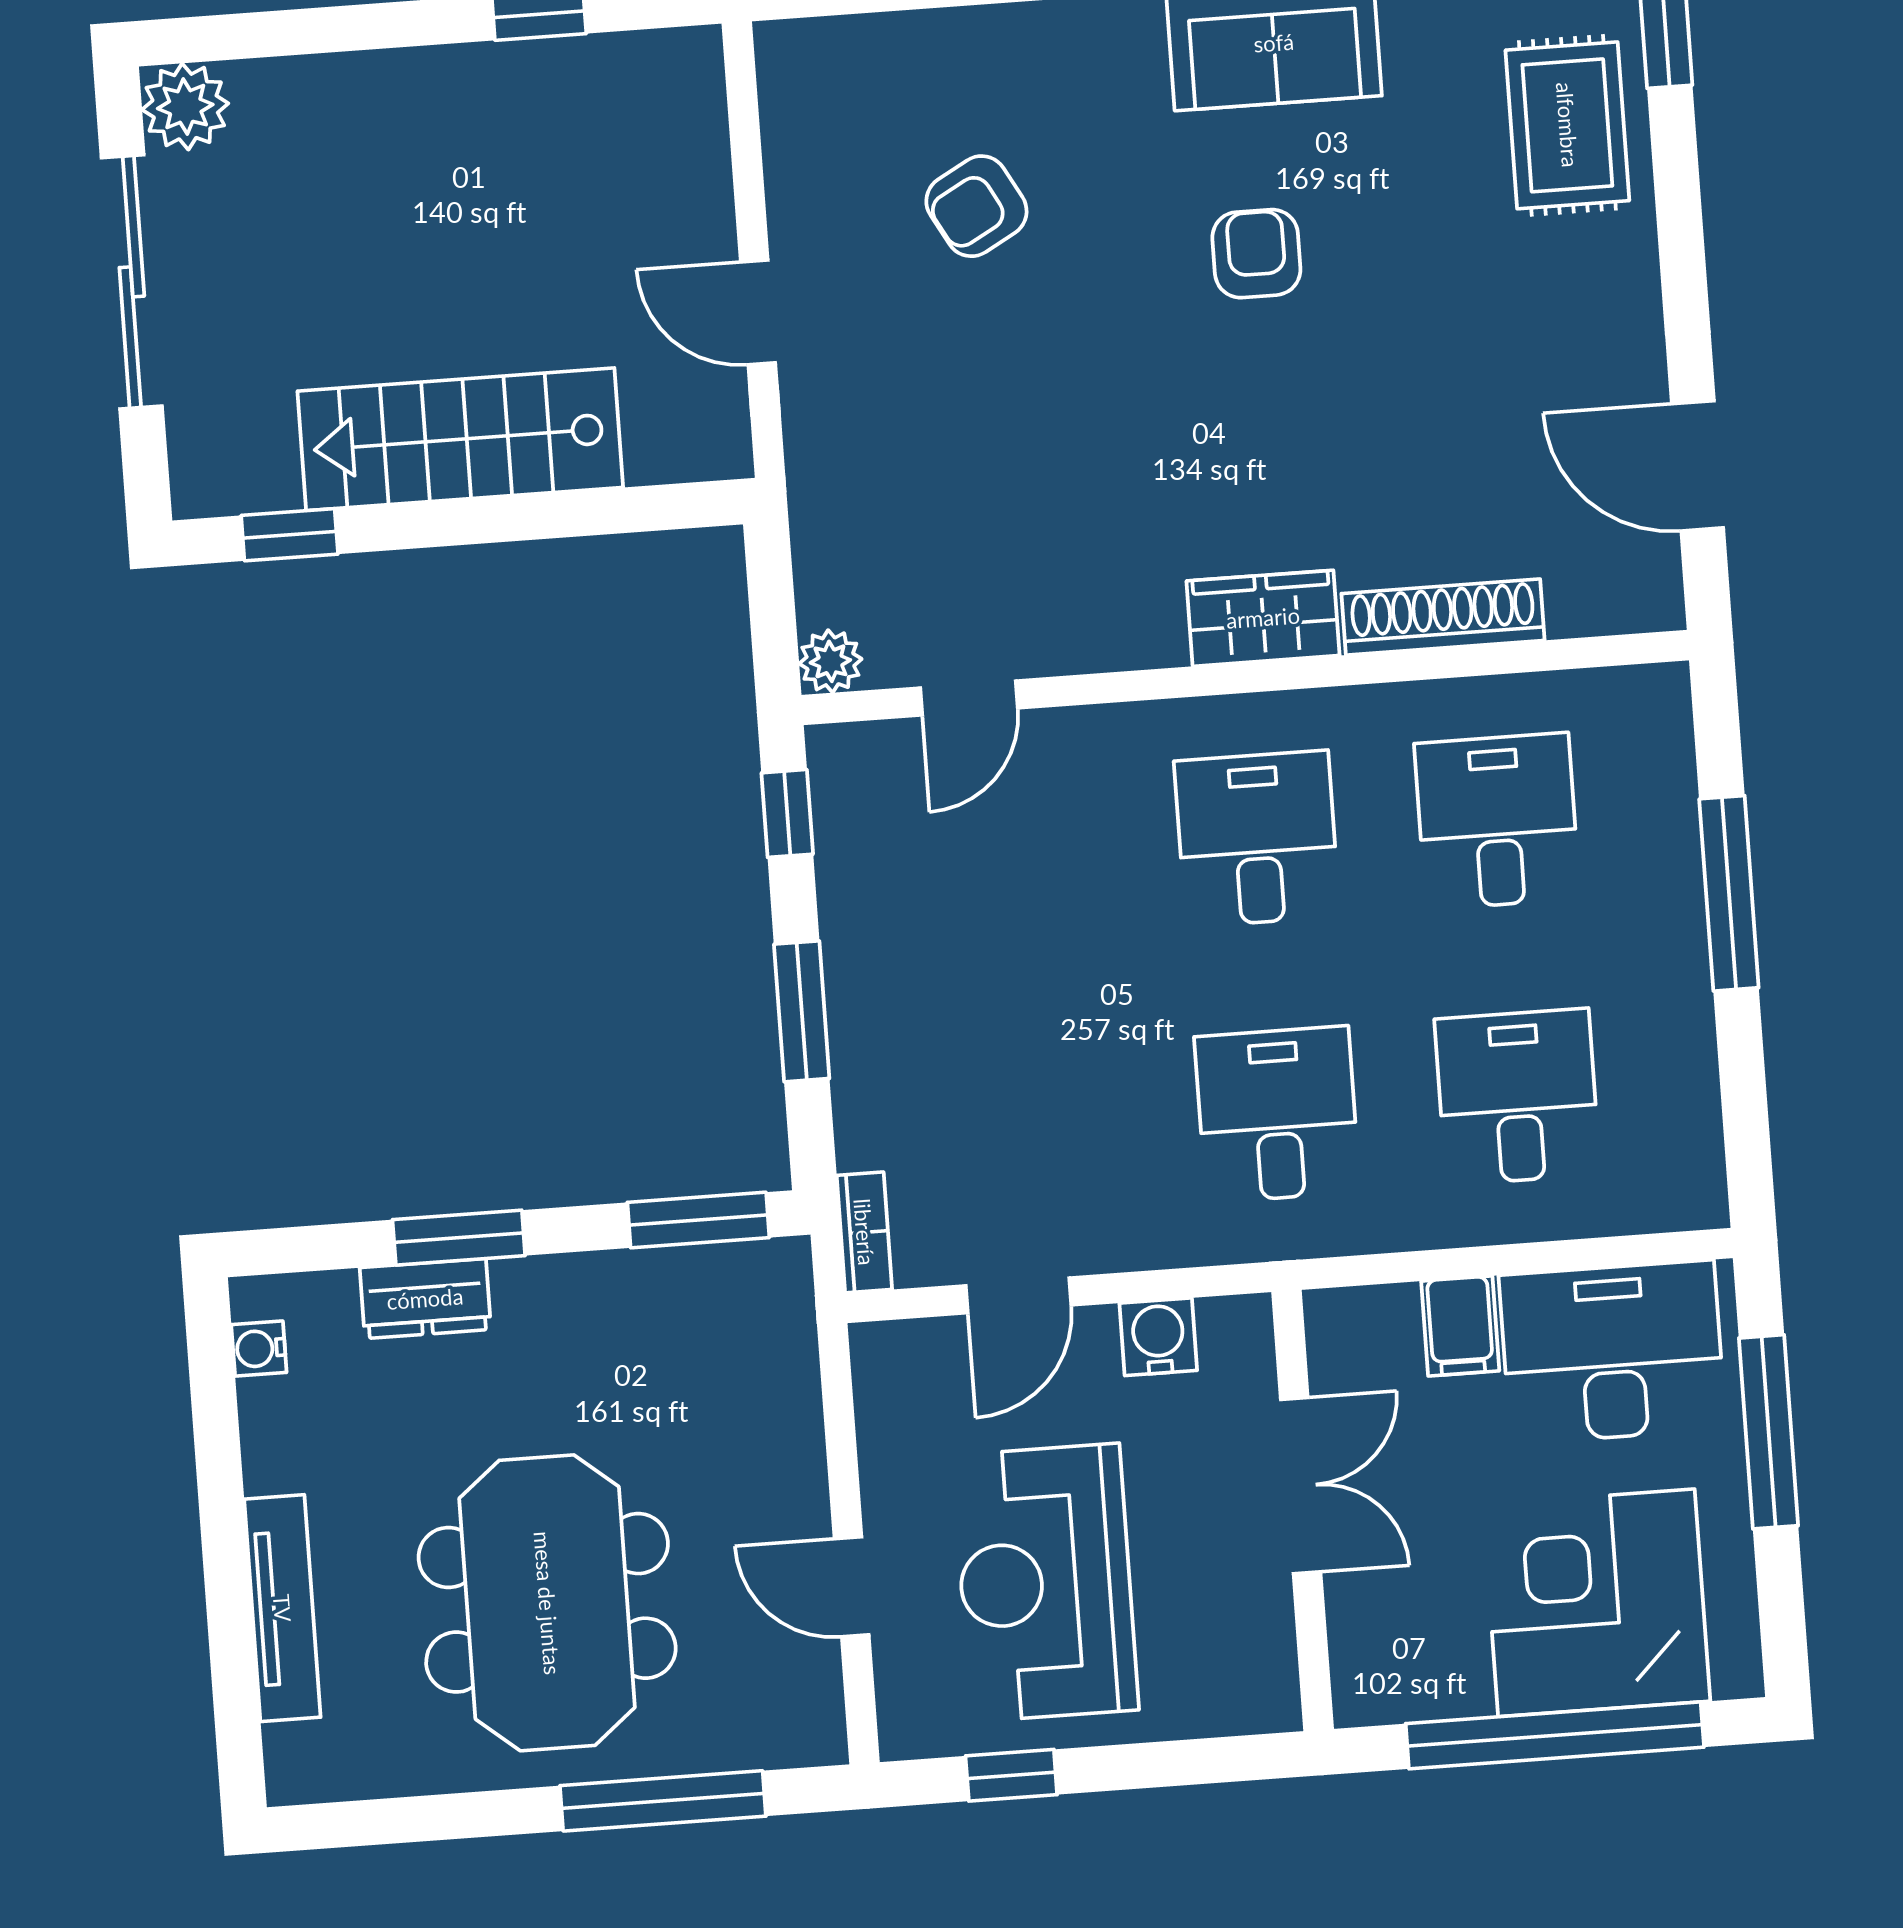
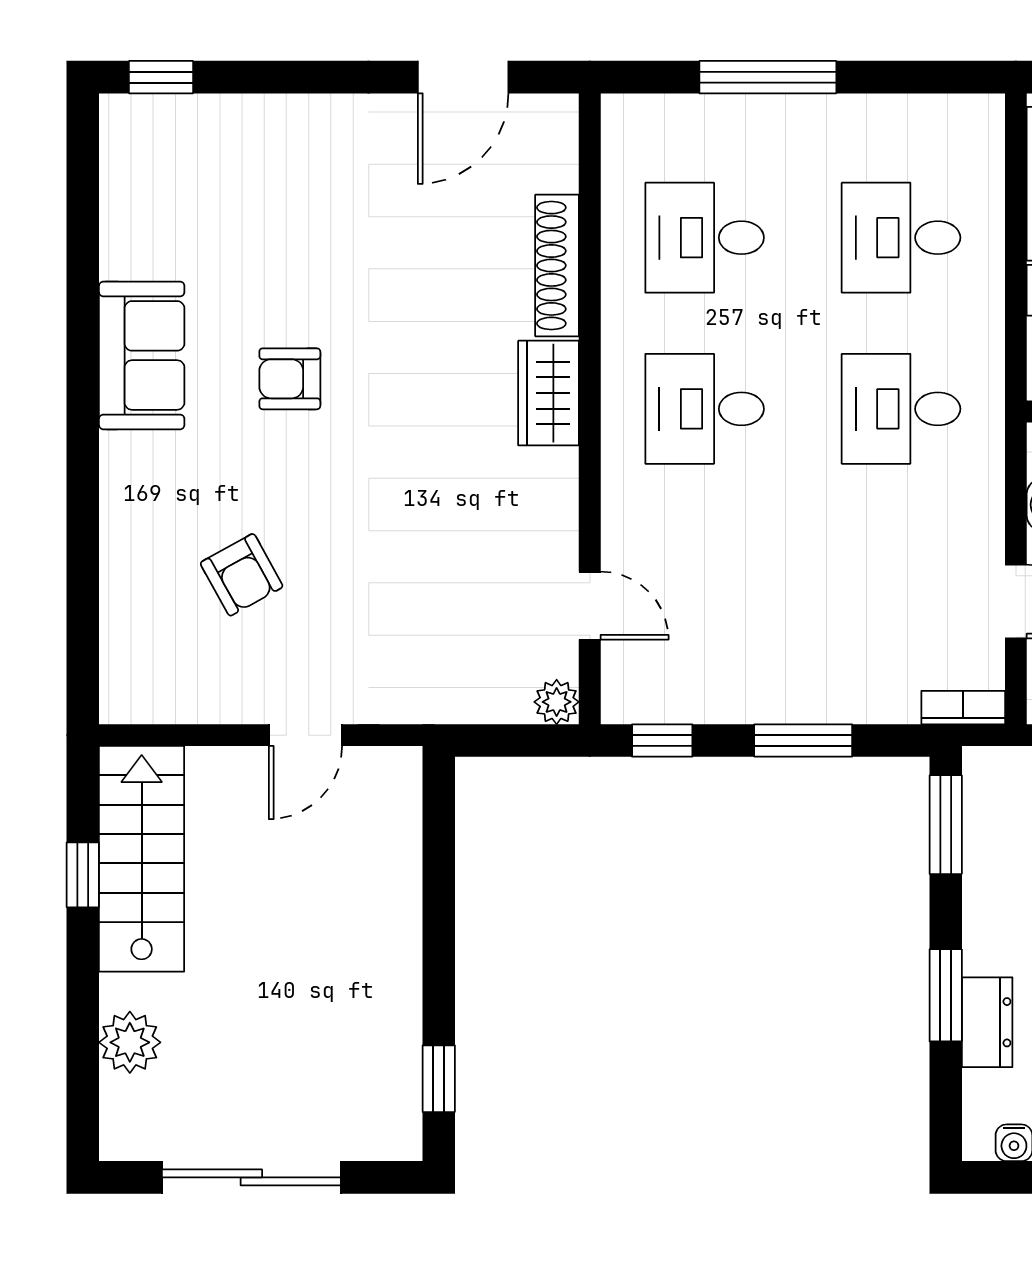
plant: (185, 107) -> (130, 1042), moved
rug: (1567, 125) -> (215, 152), removed
stairs: (460, 439) -> (142, 859), moved, turned 180

